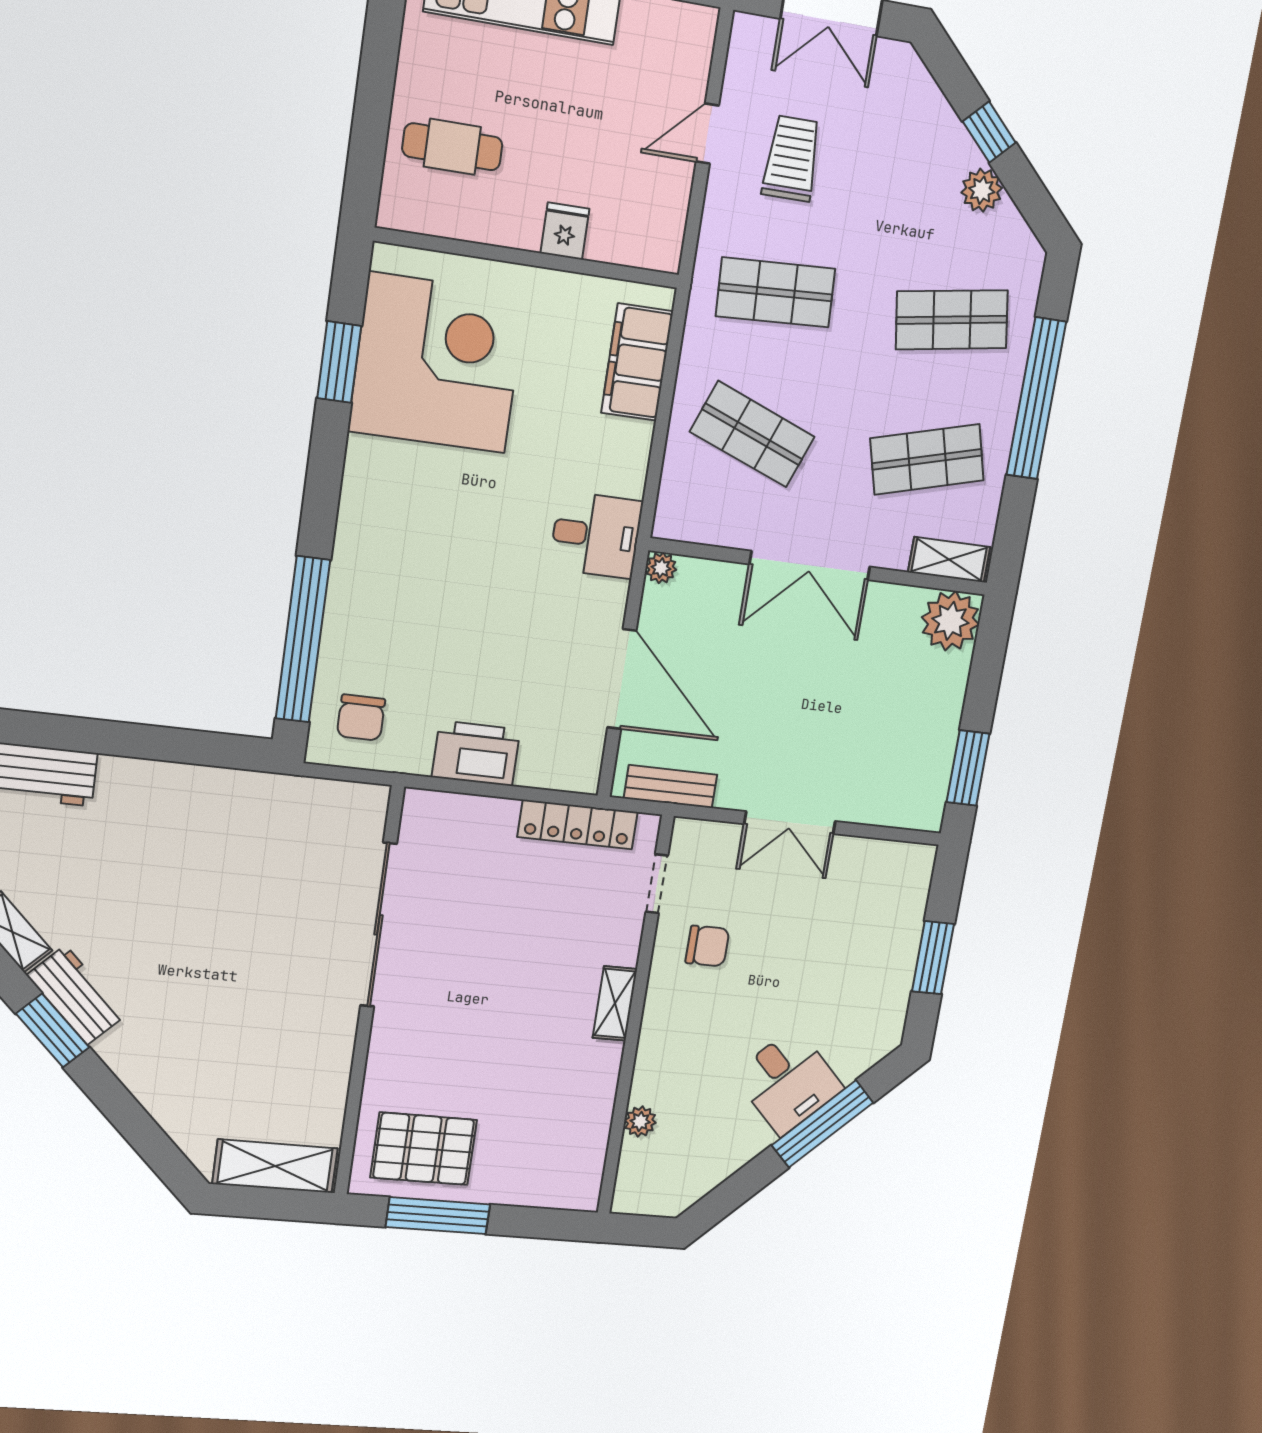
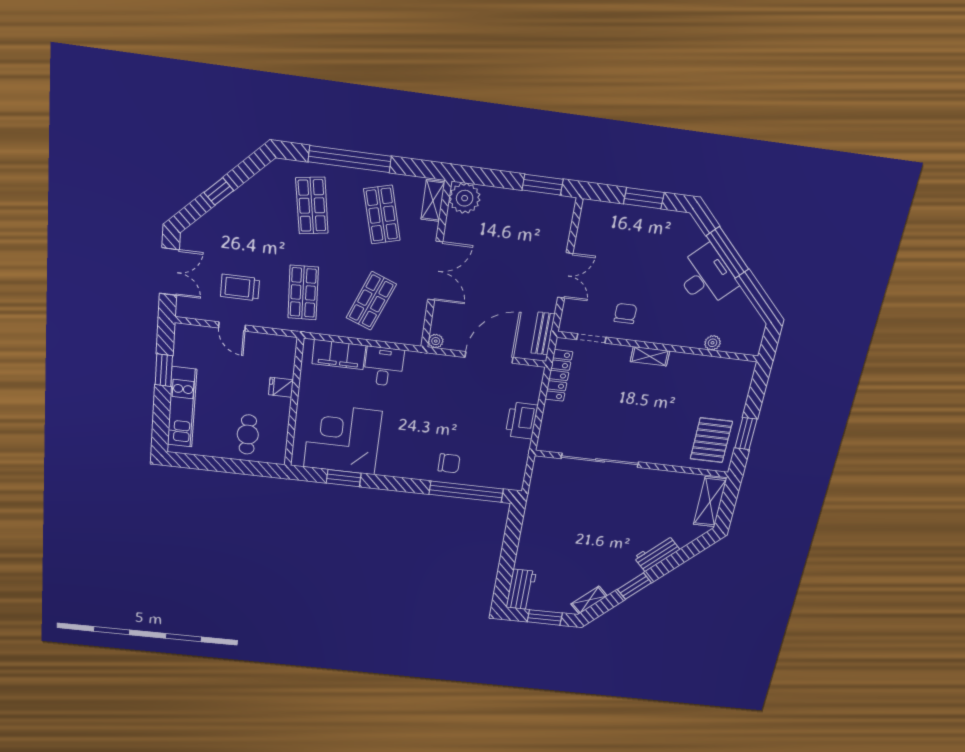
plant: (982, 190) -> (247, 194), removed
desk: (596, 535) -> (384, 366), moved
chair: (361, 718) -> (449, 463), moved
workbench: (76, 995) -> (657, 554), moved
desk: (788, 1081) -> (706, 277), width x1.37
window: (438, 1216) -> (746, 434), width x0.69

